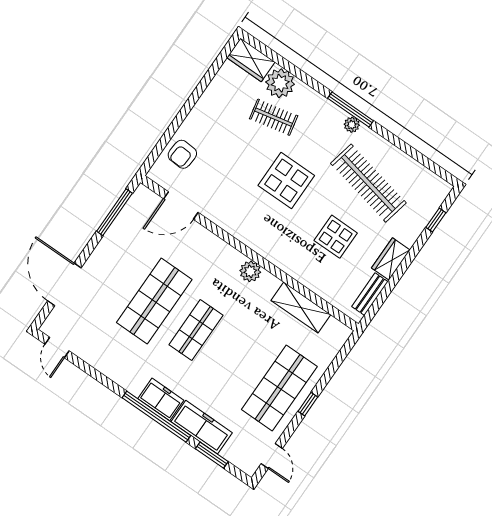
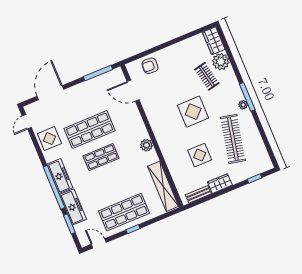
shelving: (301, 308) -> (163, 186), width x1.47
display table: (105, 351) -> (49, 139), added
freezer: (161, 399) -> (60, 176), width x1.40
door: (272, 456) -> (99, 243), swing flipped

